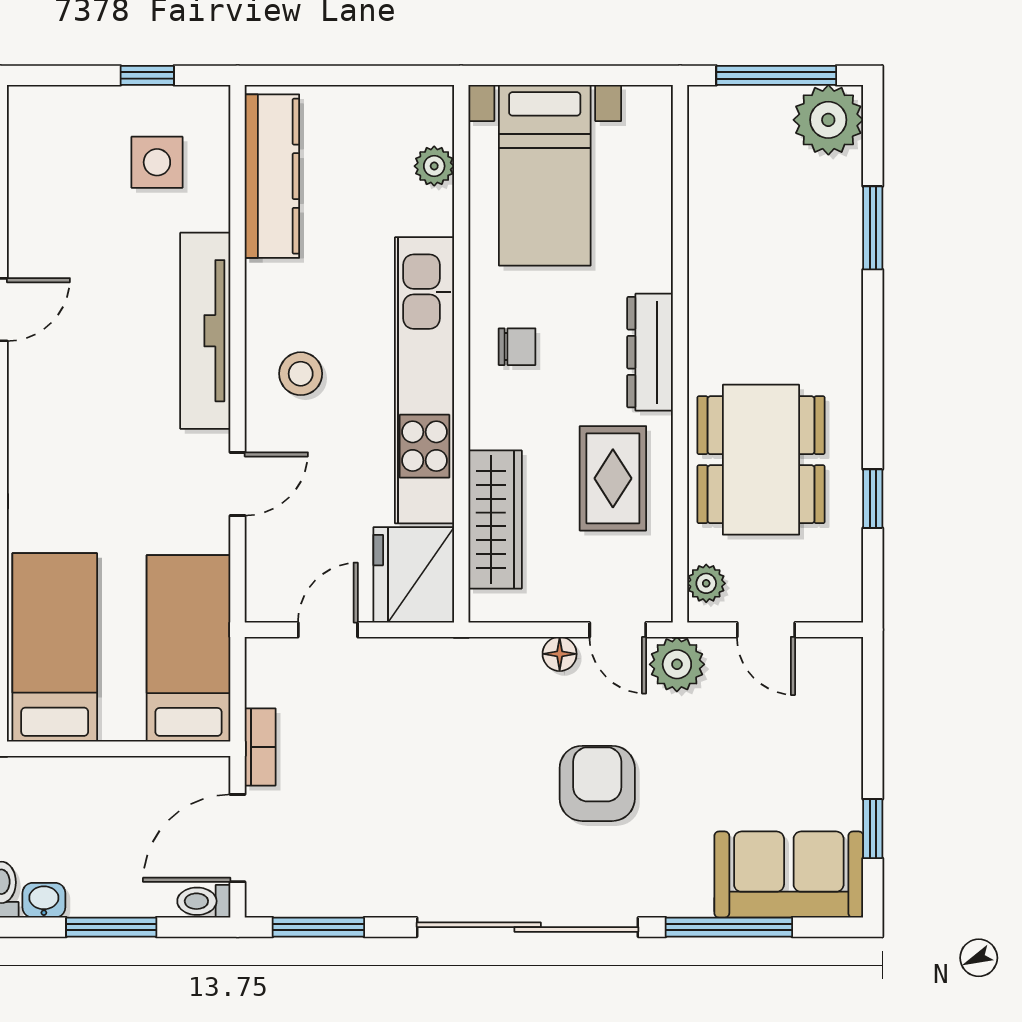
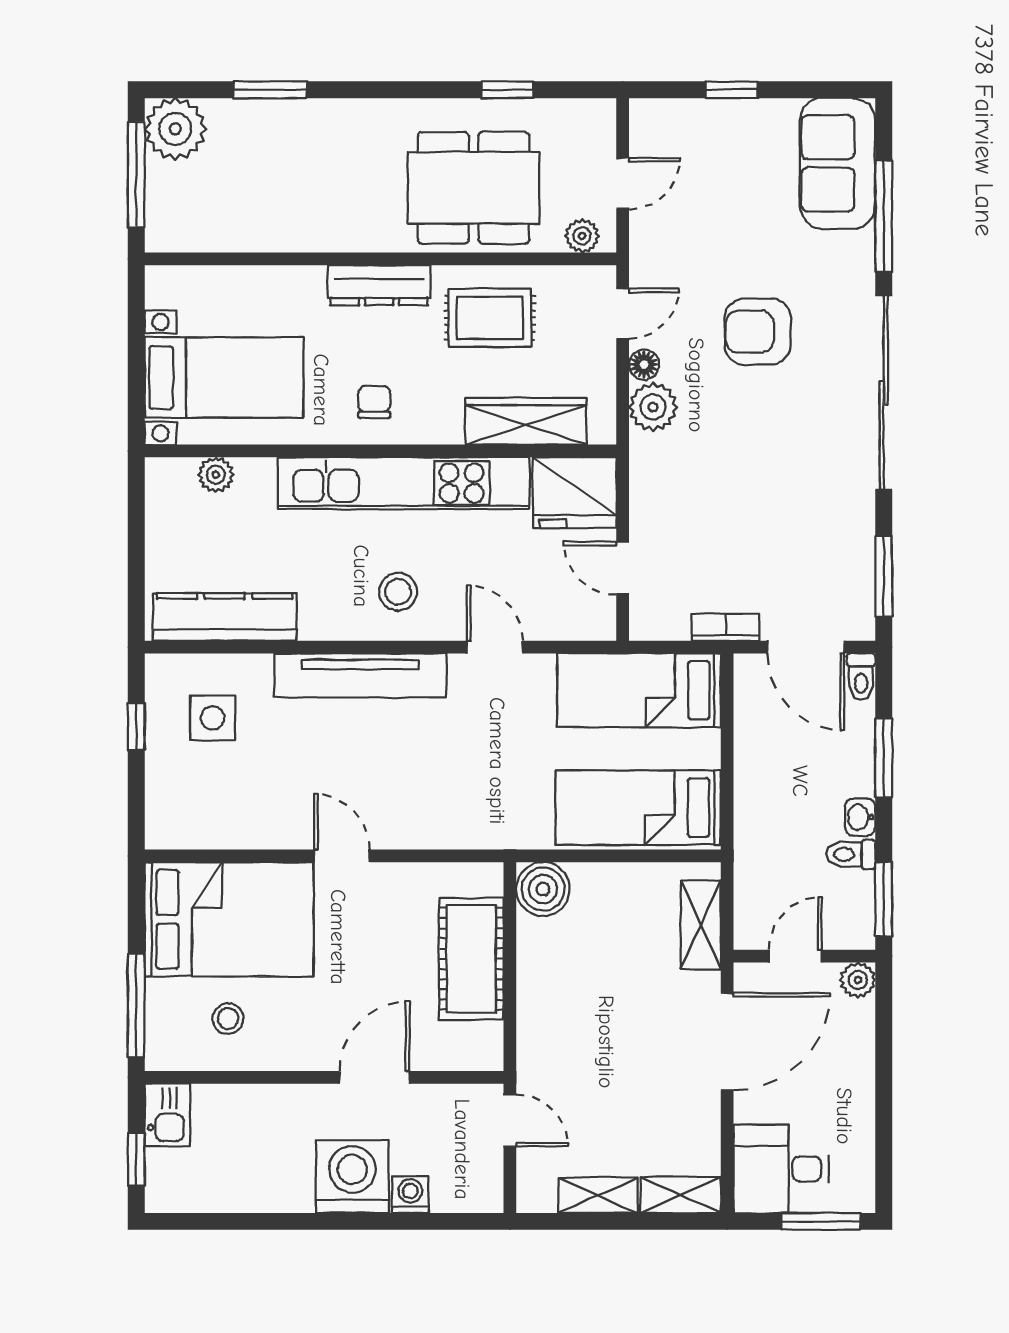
plant: (677, 664) -> (653, 407), moved
window: (873, 829) -> (732, 90), moved

